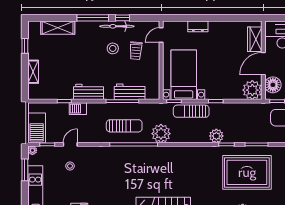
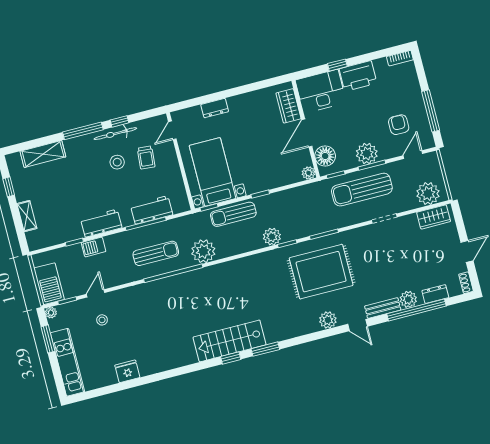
plant: (252, 90) -> (309, 173), width x0.53, depth x0.53

